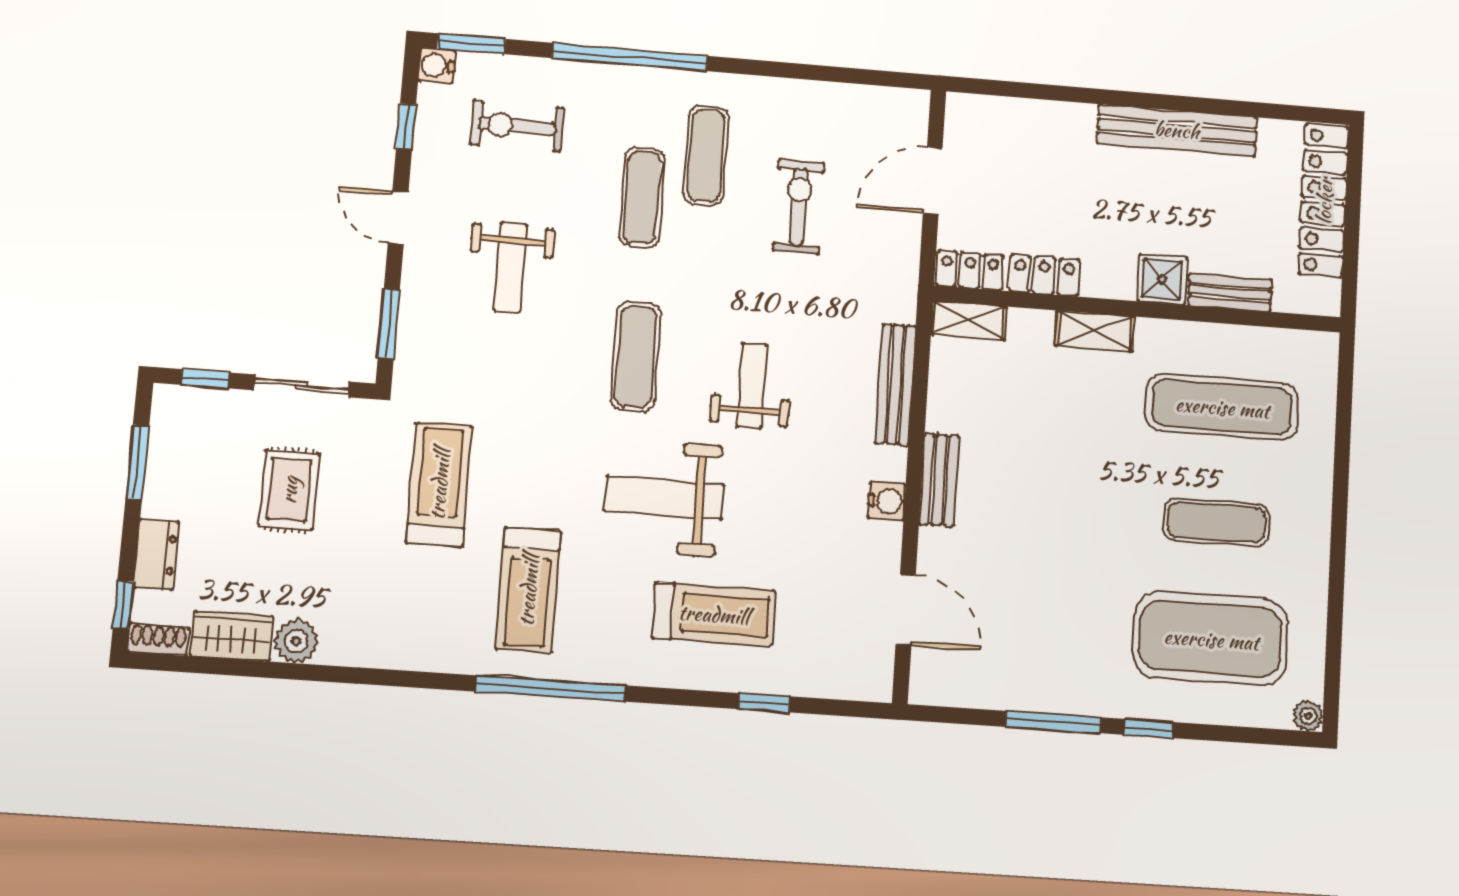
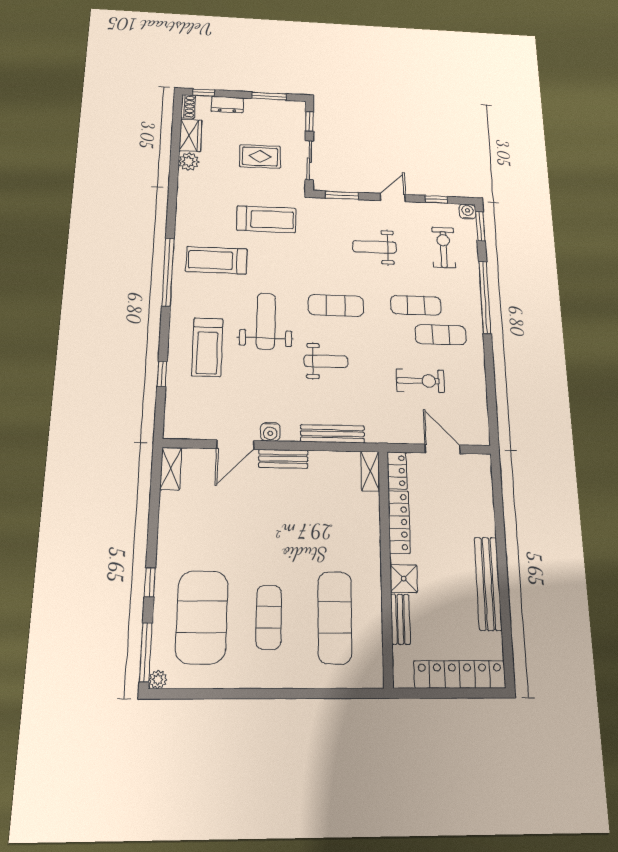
locker: (1044, 275) -> (399, 522), width x1.53
shelving: (1095, 331) -> (171, 469), moved
door: (906, 610) -> (235, 445), moved
window: (1053, 722) -> (146, 652), moved

